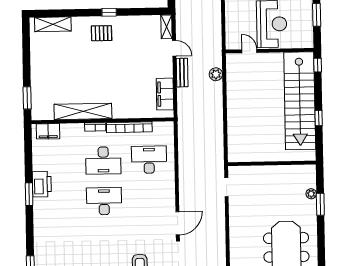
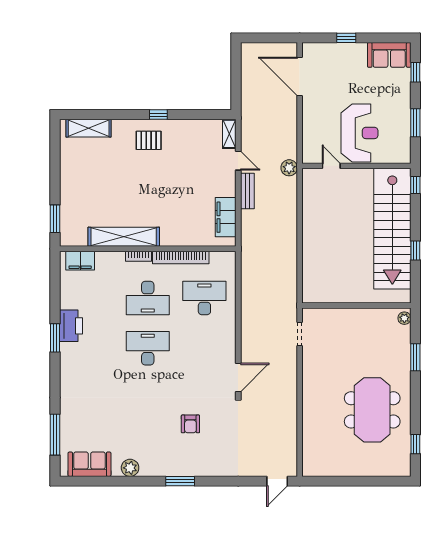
plant: (216, 74) -> (289, 168), moved
plant: (311, 194) -> (404, 318), moved

